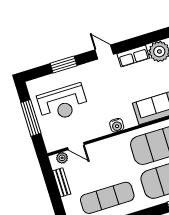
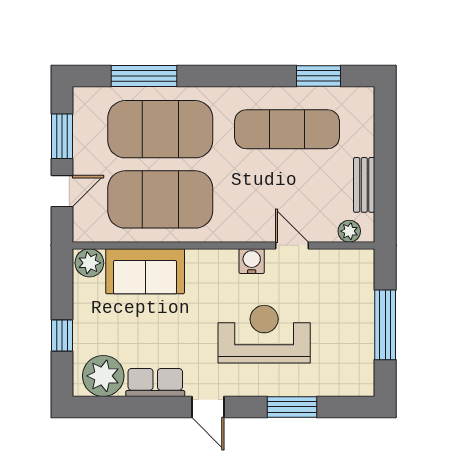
reception desk: (63, 103) -> (264, 334), moved
water cooler: (117, 125) -> (252, 261), moved
door: (76, 146) -> (292, 245), moved

